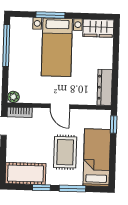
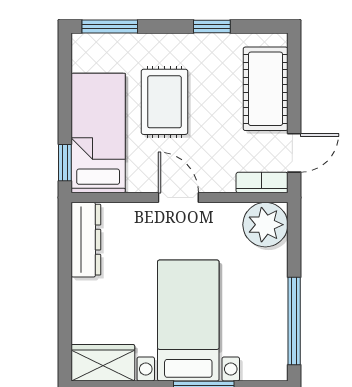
plant: (13, 97) -> (265, 225), width x1.87, depth x1.87
bed: (97, 158) -> (98, 133), moved, turned 180
cot: (25, 174) -> (266, 89), moved, turned 90
window: (72, 189) -> (110, 26), moved

